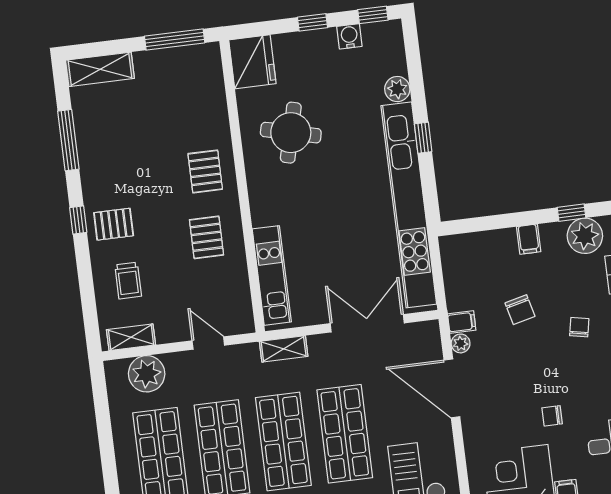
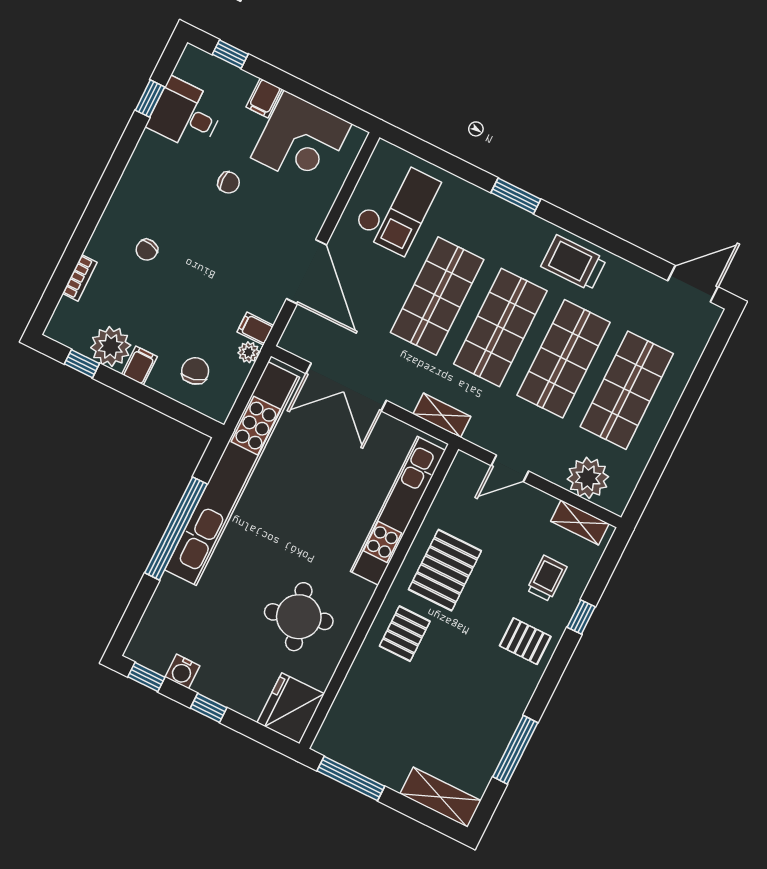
plant: (397, 89) -> (170, 591), removed
round table: (291, 133) -> (299, 617), turned -30
window: (423, 138) -> (176, 528), width x3.17
window: (78, 220) -> (581, 617), moved
plant: (585, 236) -> (111, 346), moved
pallet: (207, 237) -> (445, 570), width x1.50, depth x1.42
kitchen unit: (272, 275) -> (398, 511), width x1.36
chair: (520, 310) -> (195, 371), moved
door: (208, 343) -> (510, 468), hinge flipped
plant: (461, 343) -> (249, 352), moved

